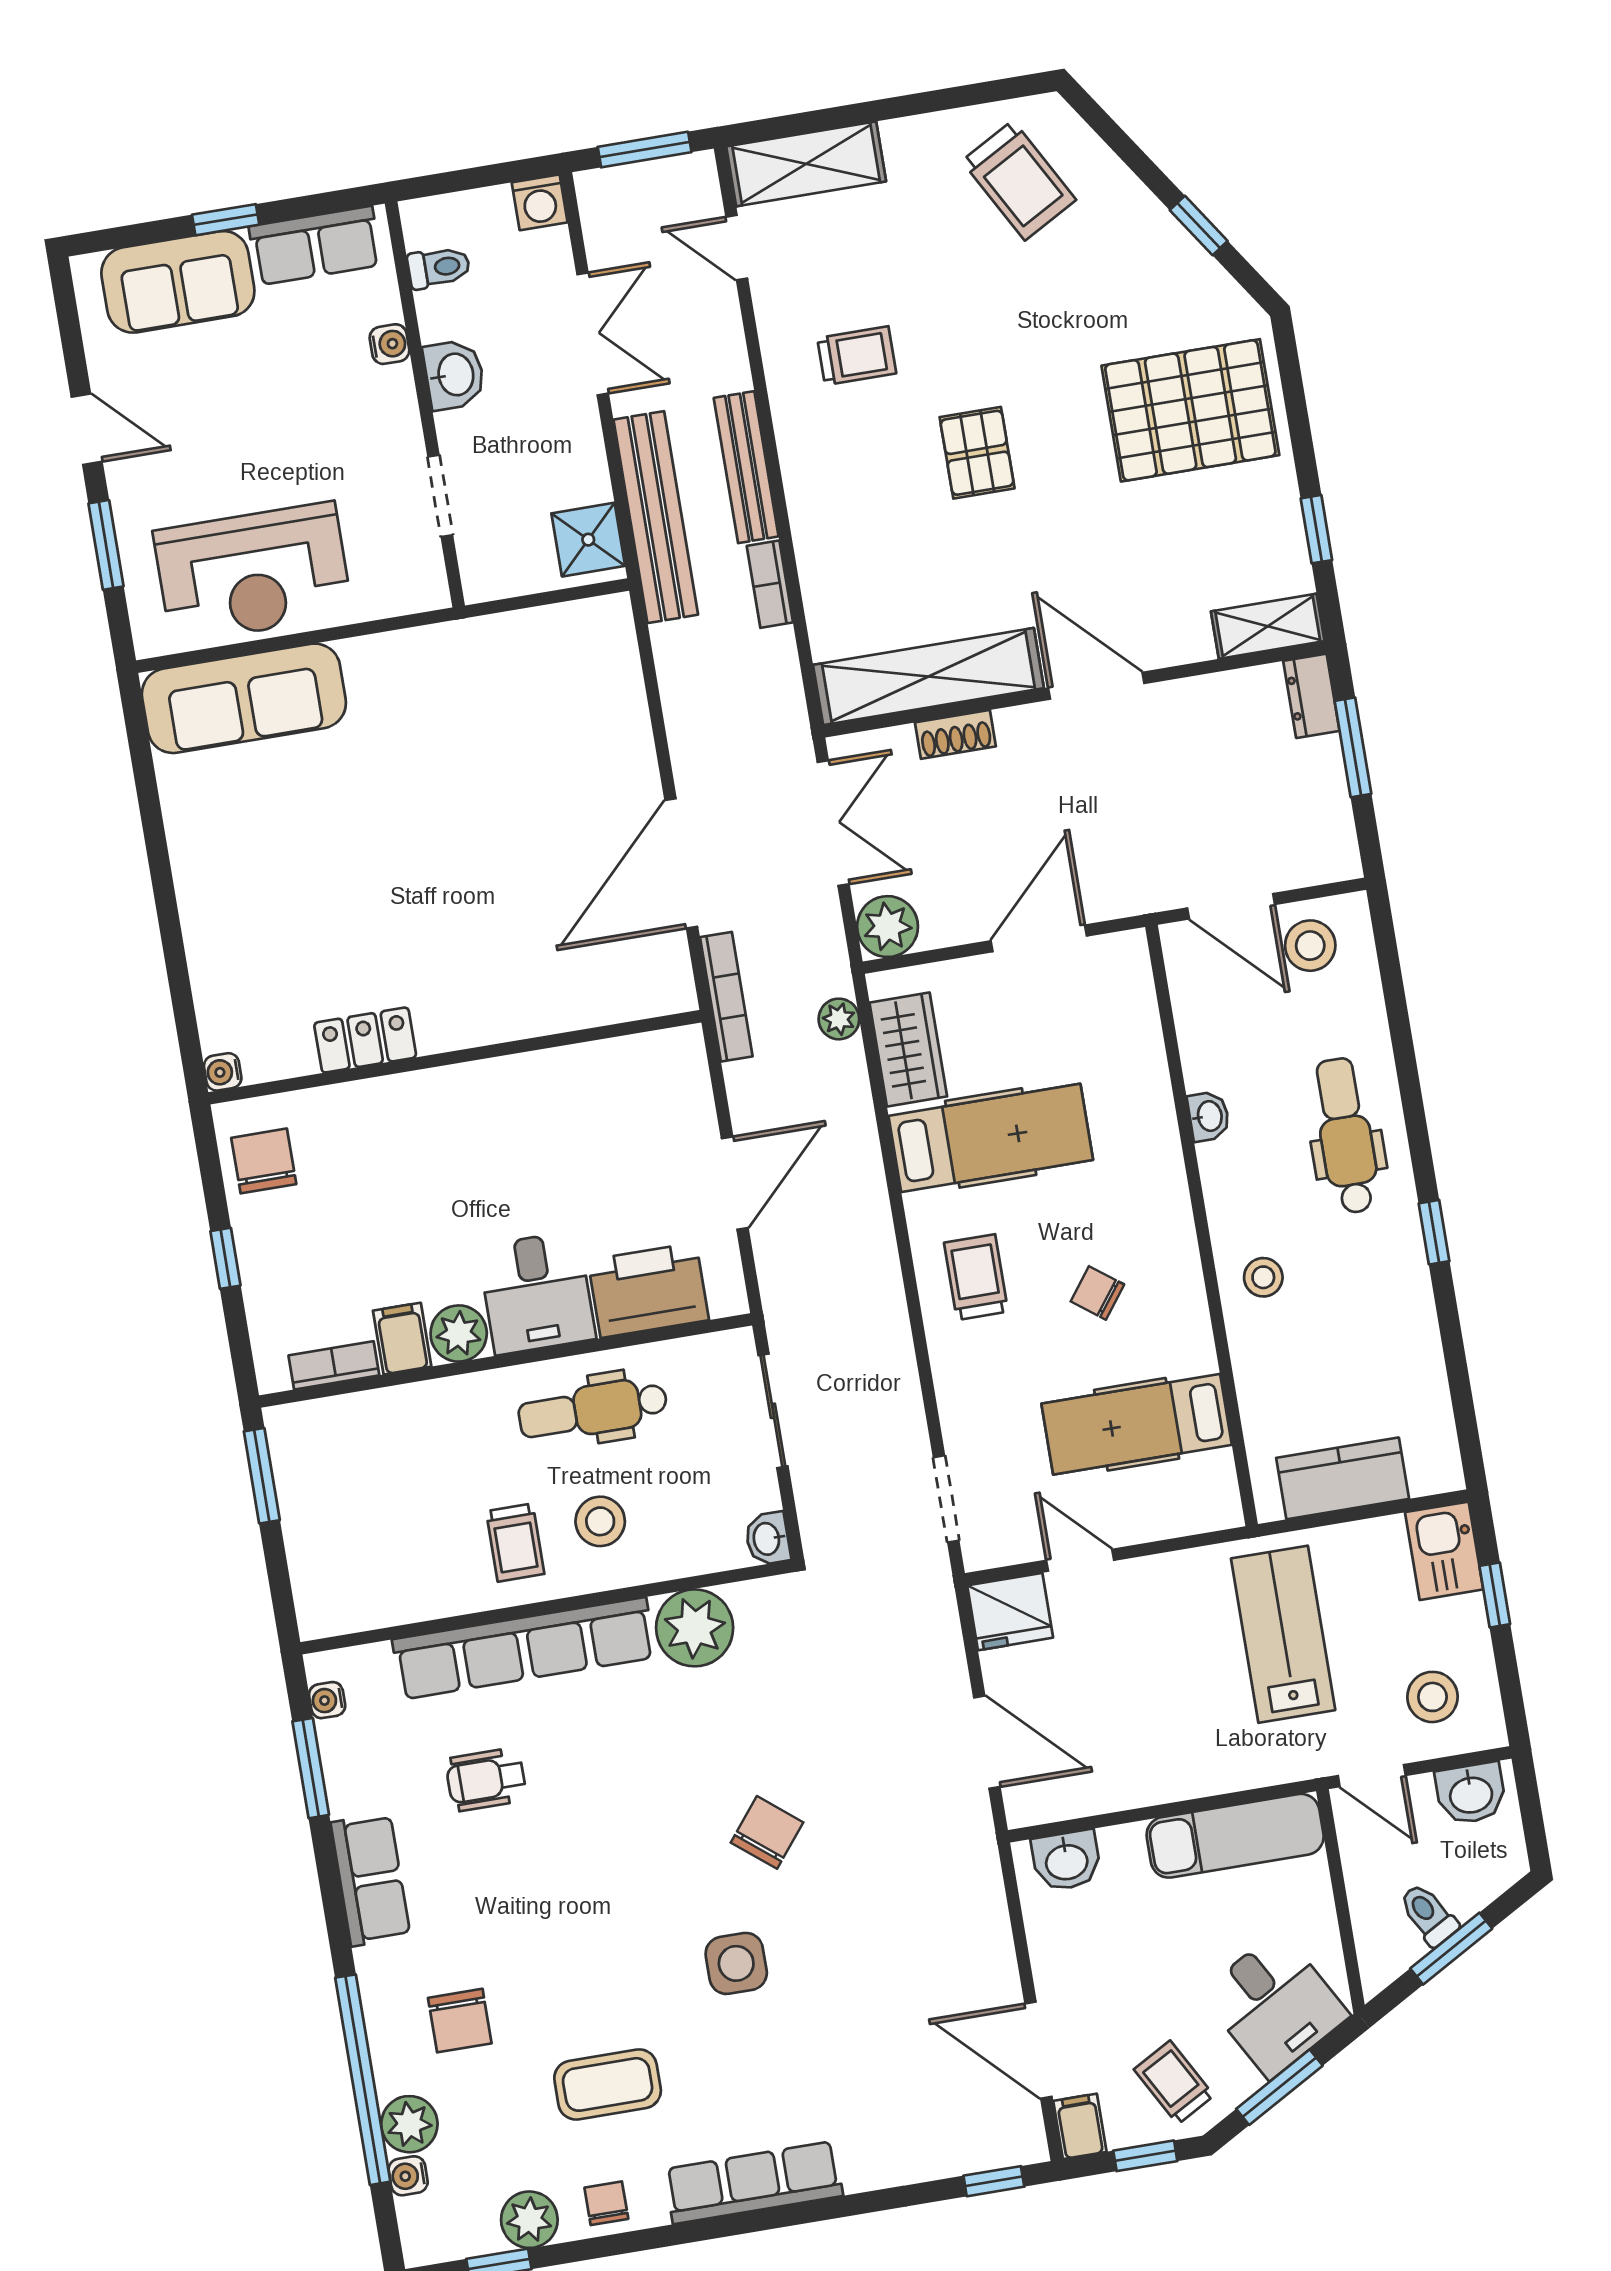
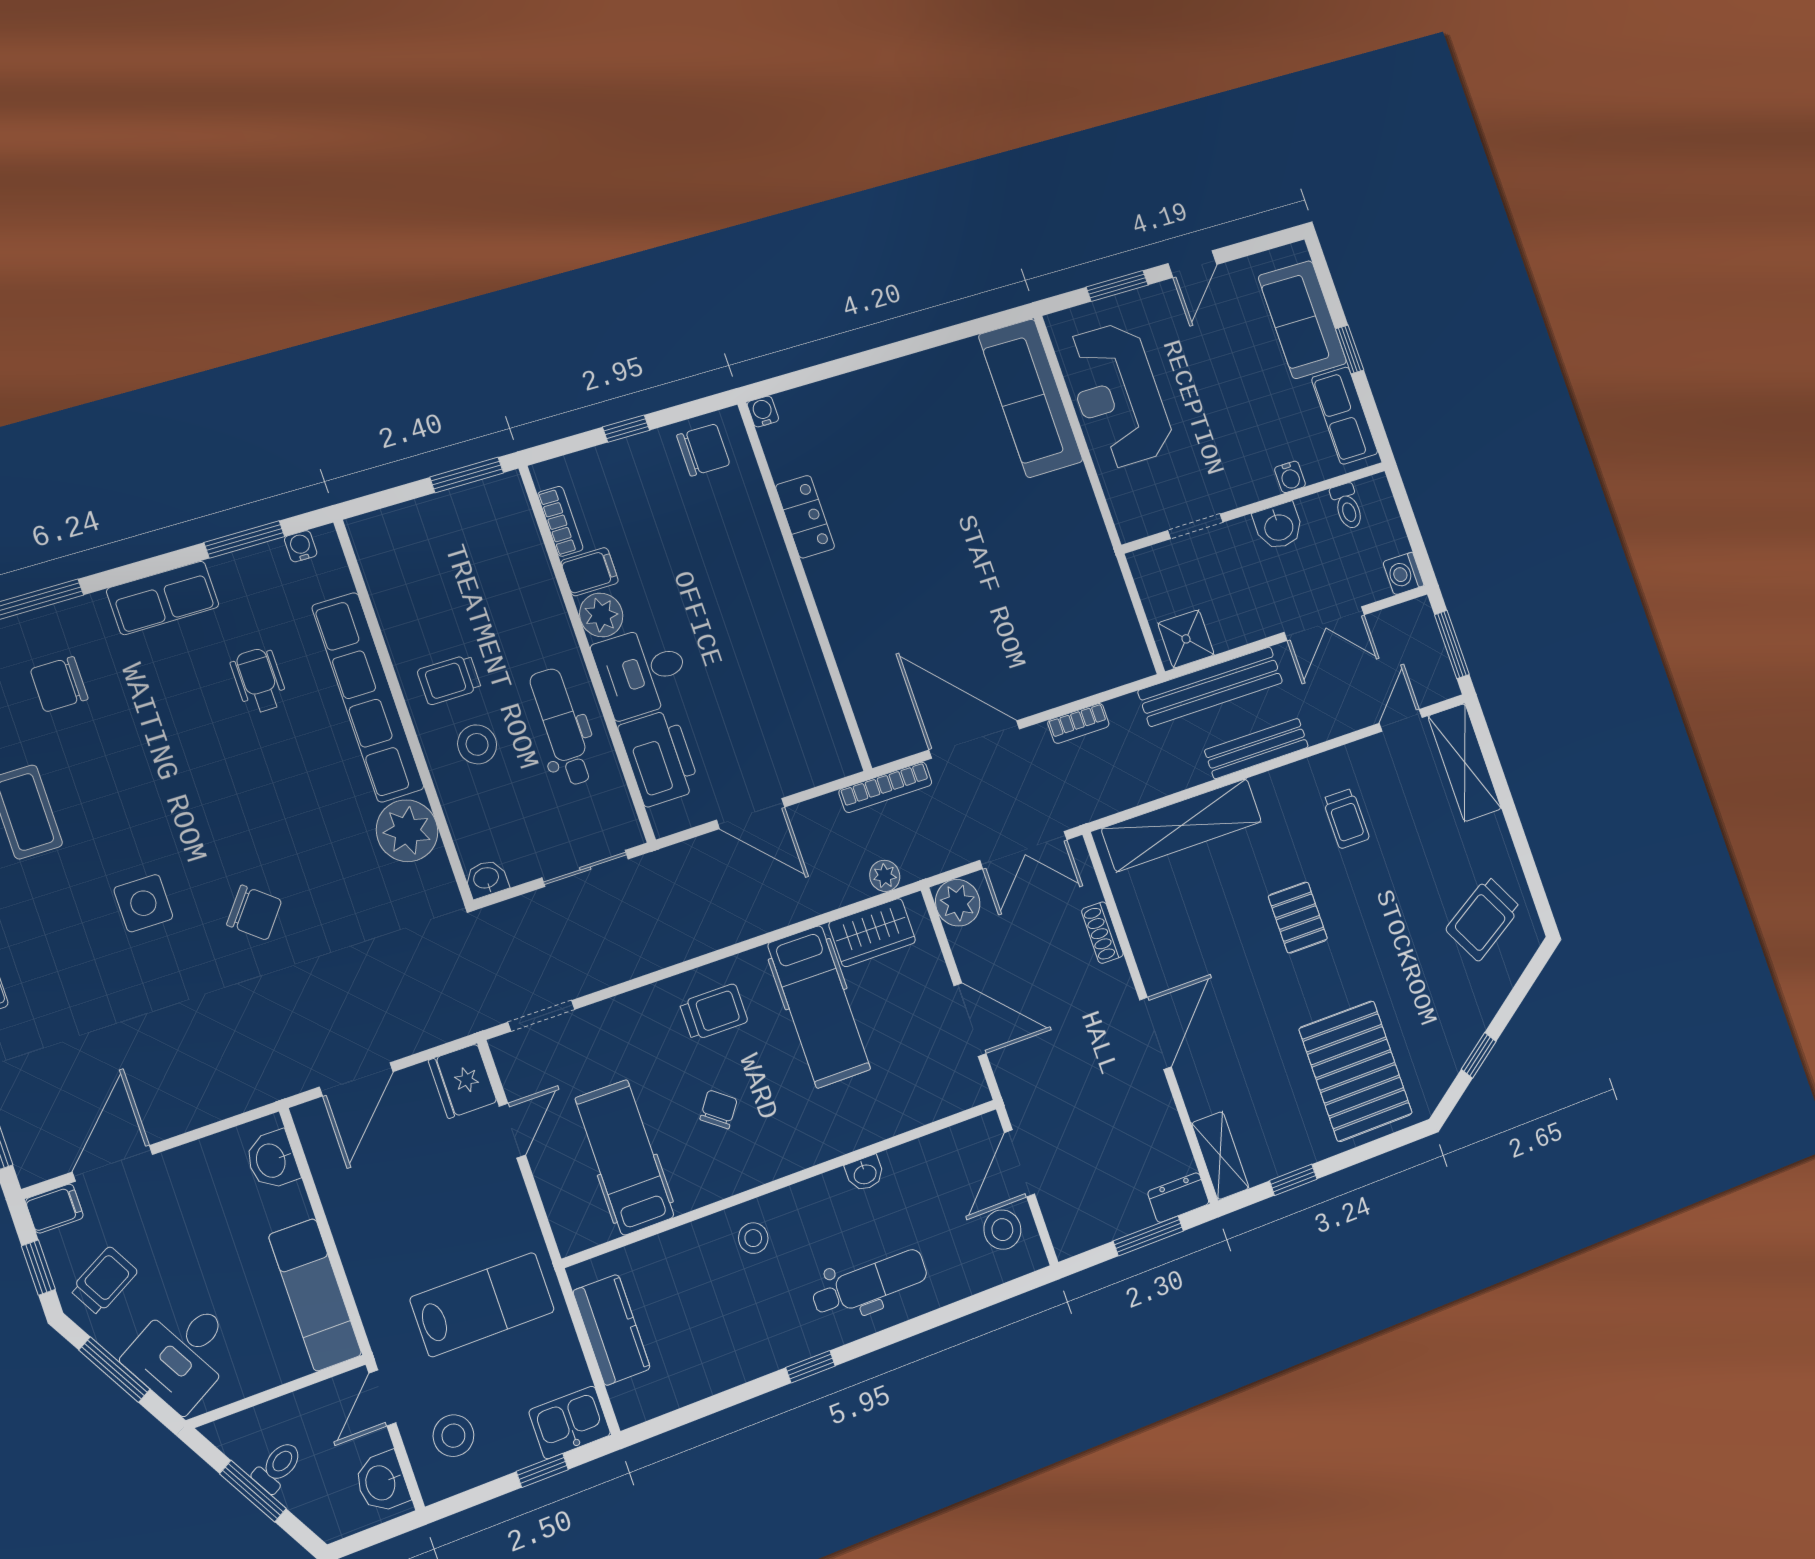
pallet: (977, 453) -> (1298, 918), turned 90
bookcase: (770, 584) -> (1078, 723), moved, turned 180
shelving: (928, 677) -> (1182, 825), moved, turned 90

